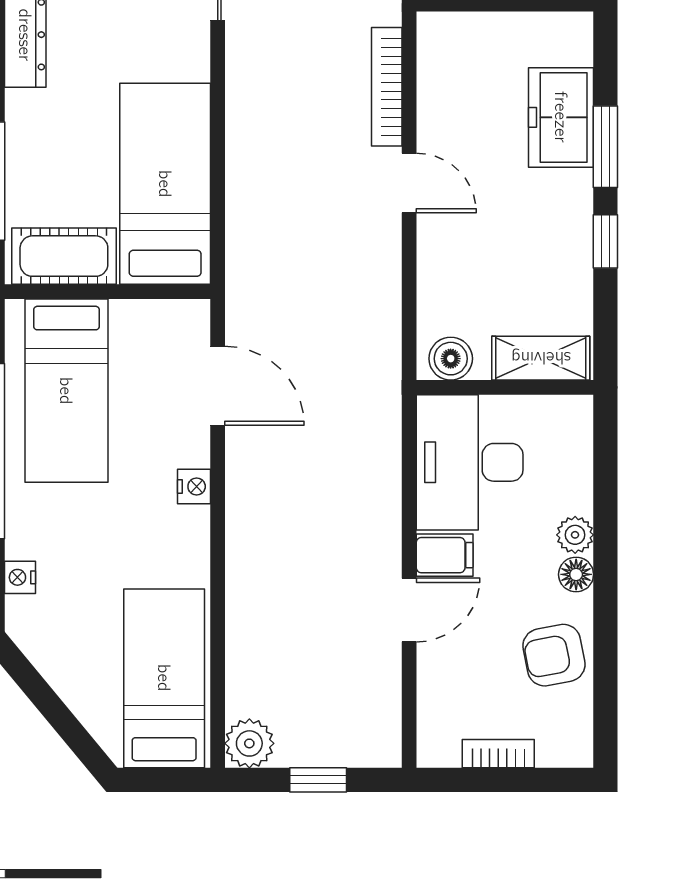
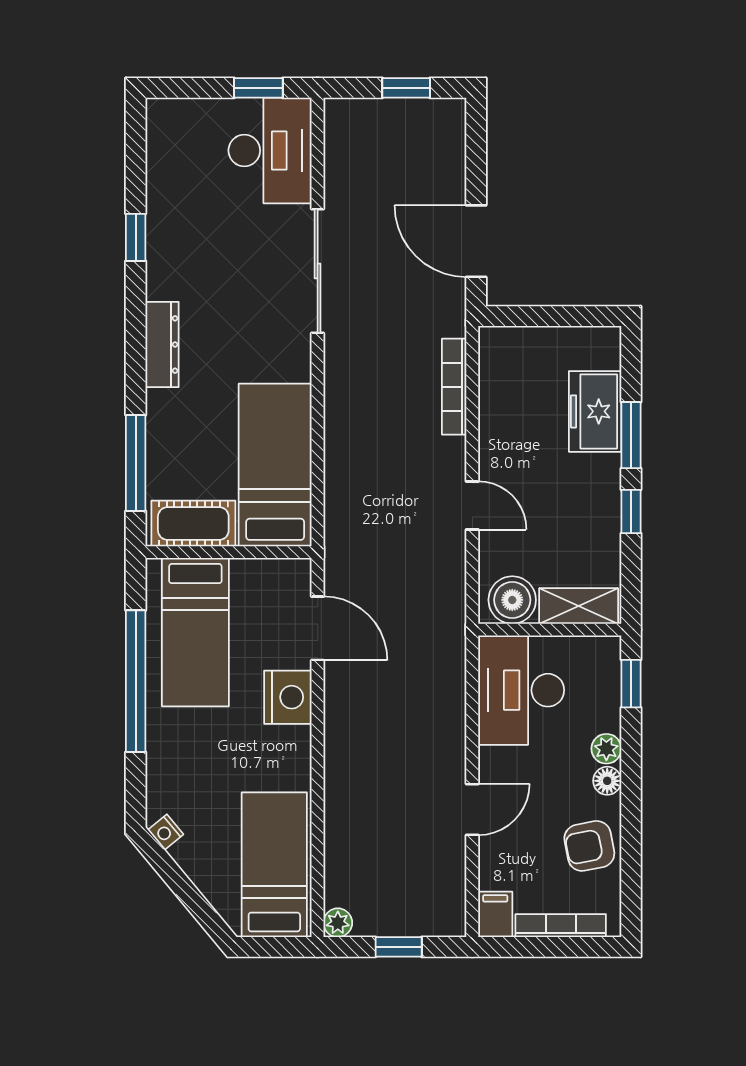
door: (409, 183) -> (472, 505), moved
boiler: (451, 359) -> (512, 600), width x1.36, depth x1.36
window: (605, 454) -> (631, 684), added
nightstand: (194, 487) -> (288, 697), width x1.89, depth x1.79
filing cabinet: (445, 555) -> (495, 914), moved, turned -90
nightstand: (20, 577) -> (166, 832), moved, turned -40
plant: (249, 743) -> (338, 923), width x0.73, depth x0.73
bookcase: (498, 754) -> (561, 926), width x1.56

